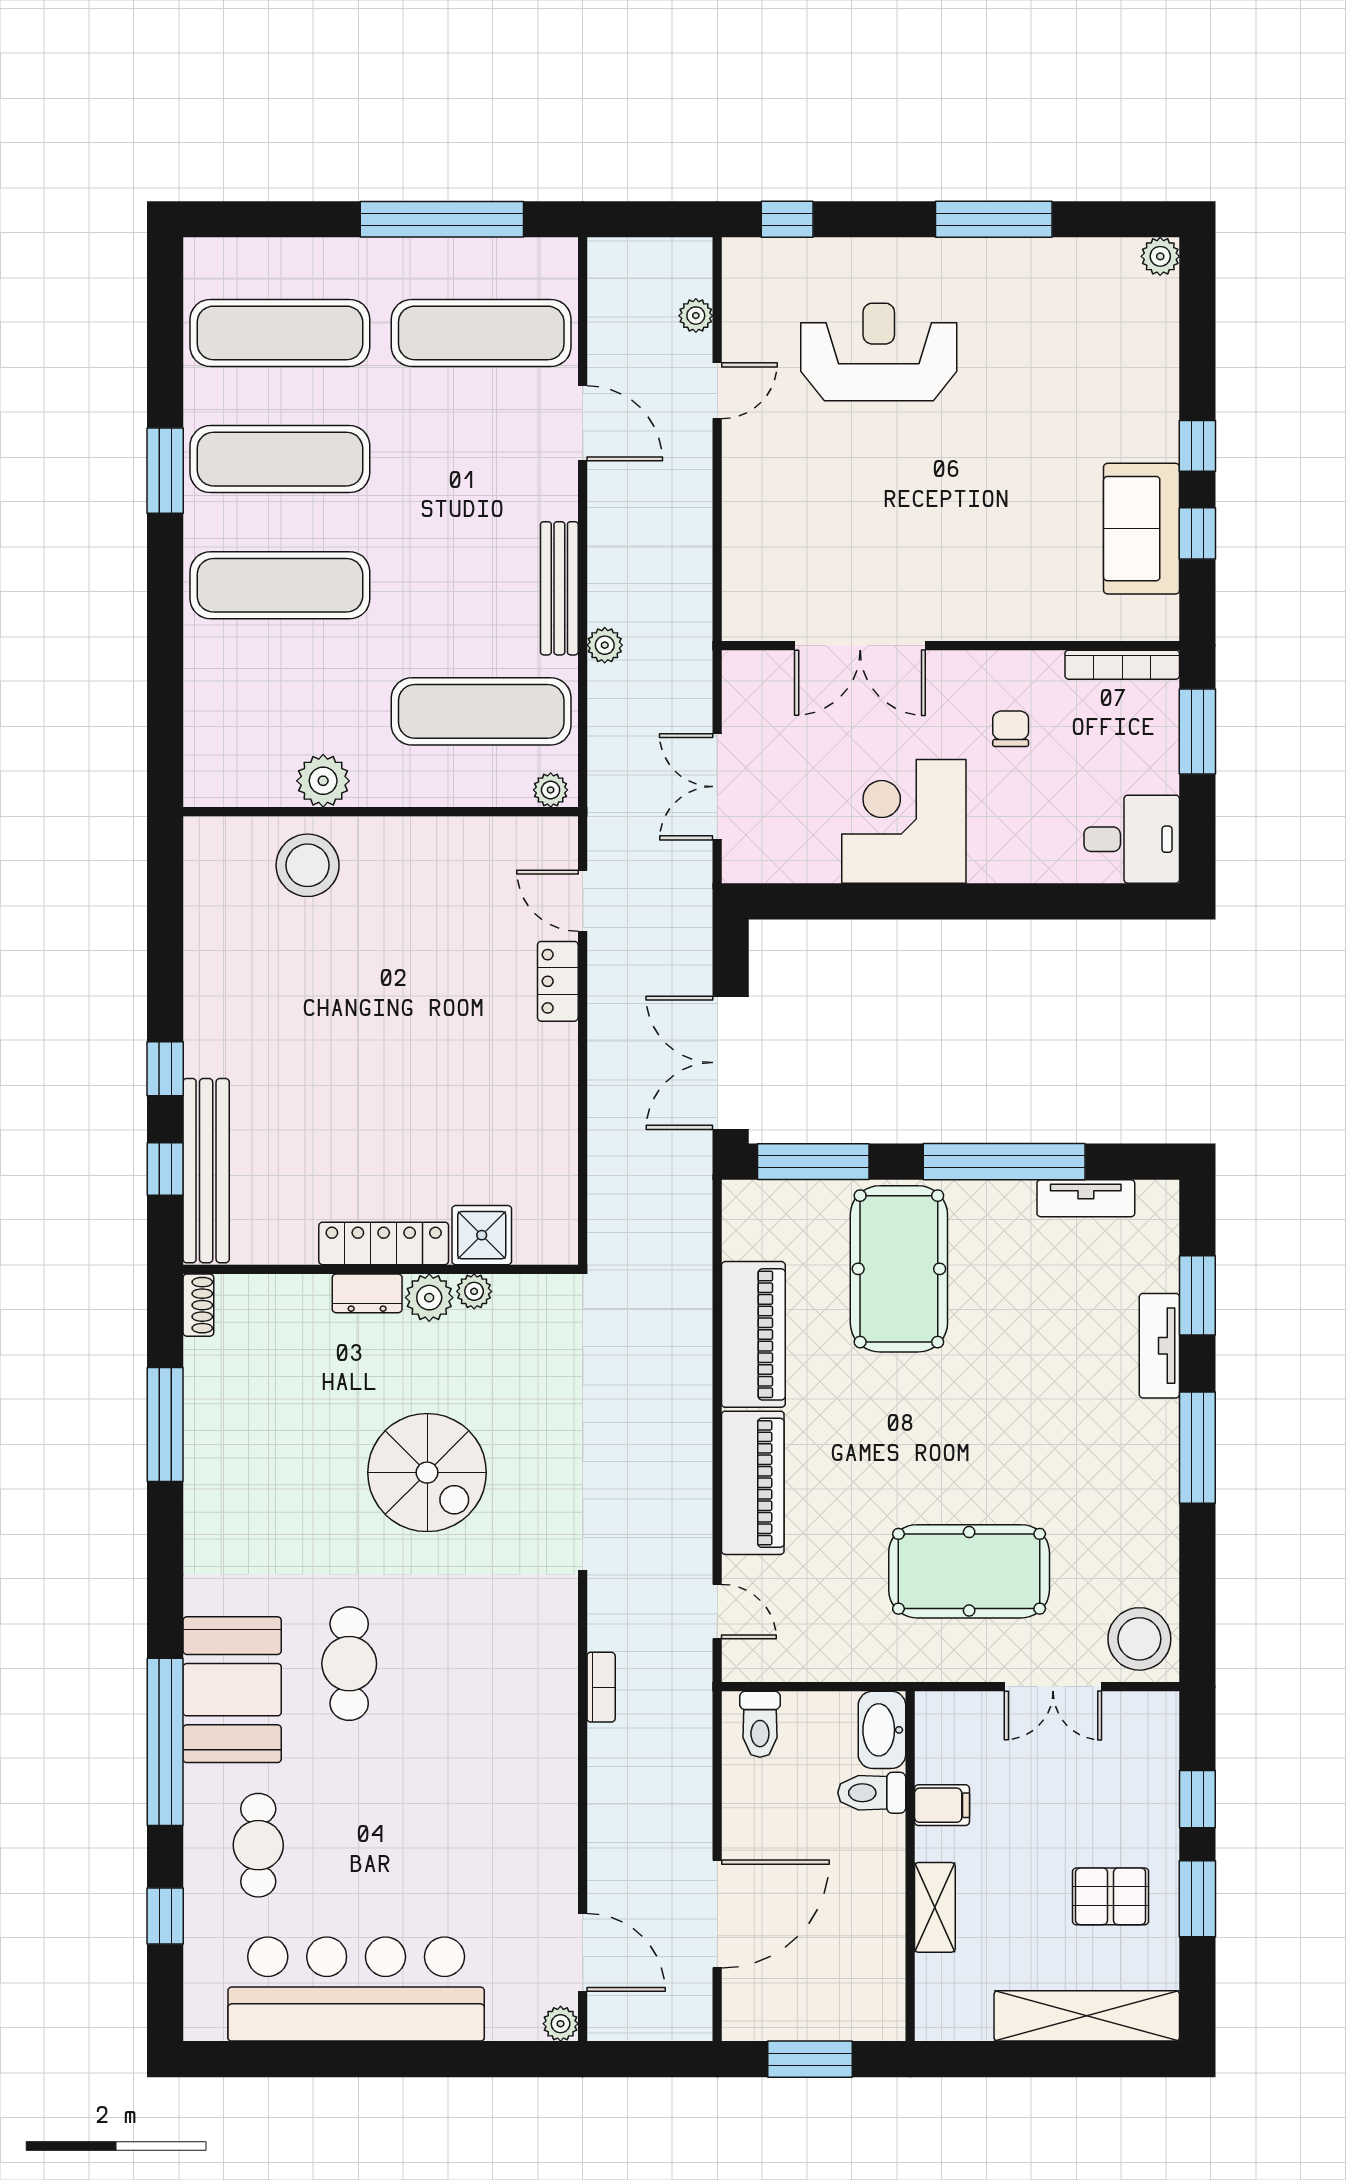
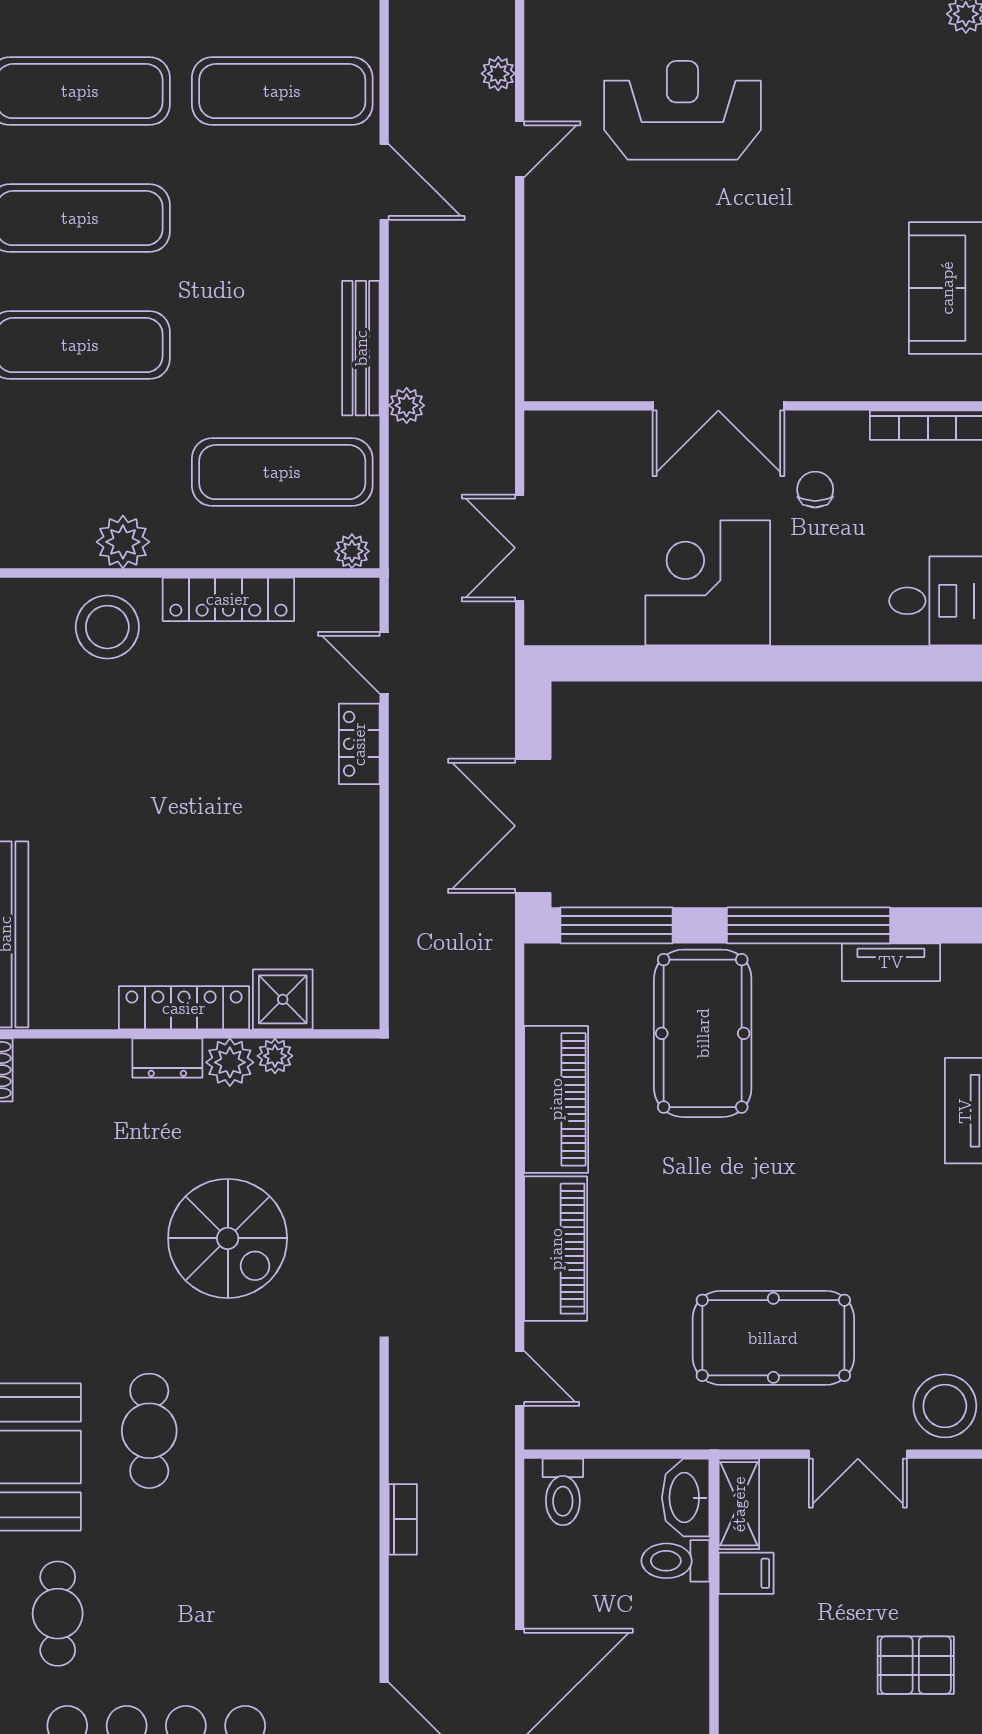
double door: (860, 646) -> (718, 406), moved
locker: (428, 838) -> (228, 599), added
bookcase: (601, 1687) -> (403, 1519), moved
shelving: (935, 1907) -> (739, 1504), moved

